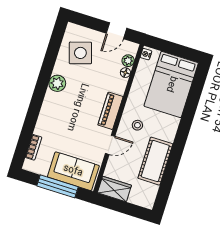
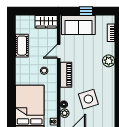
side table: (80, 53) -> (88, 99), moved
plant: (57, 83) -> (109, 61), moved
cot: (155, 161) -> (22, 46), width x0.73, depth x0.75
window: (58, 186) -> (86, 11), width x0.46

